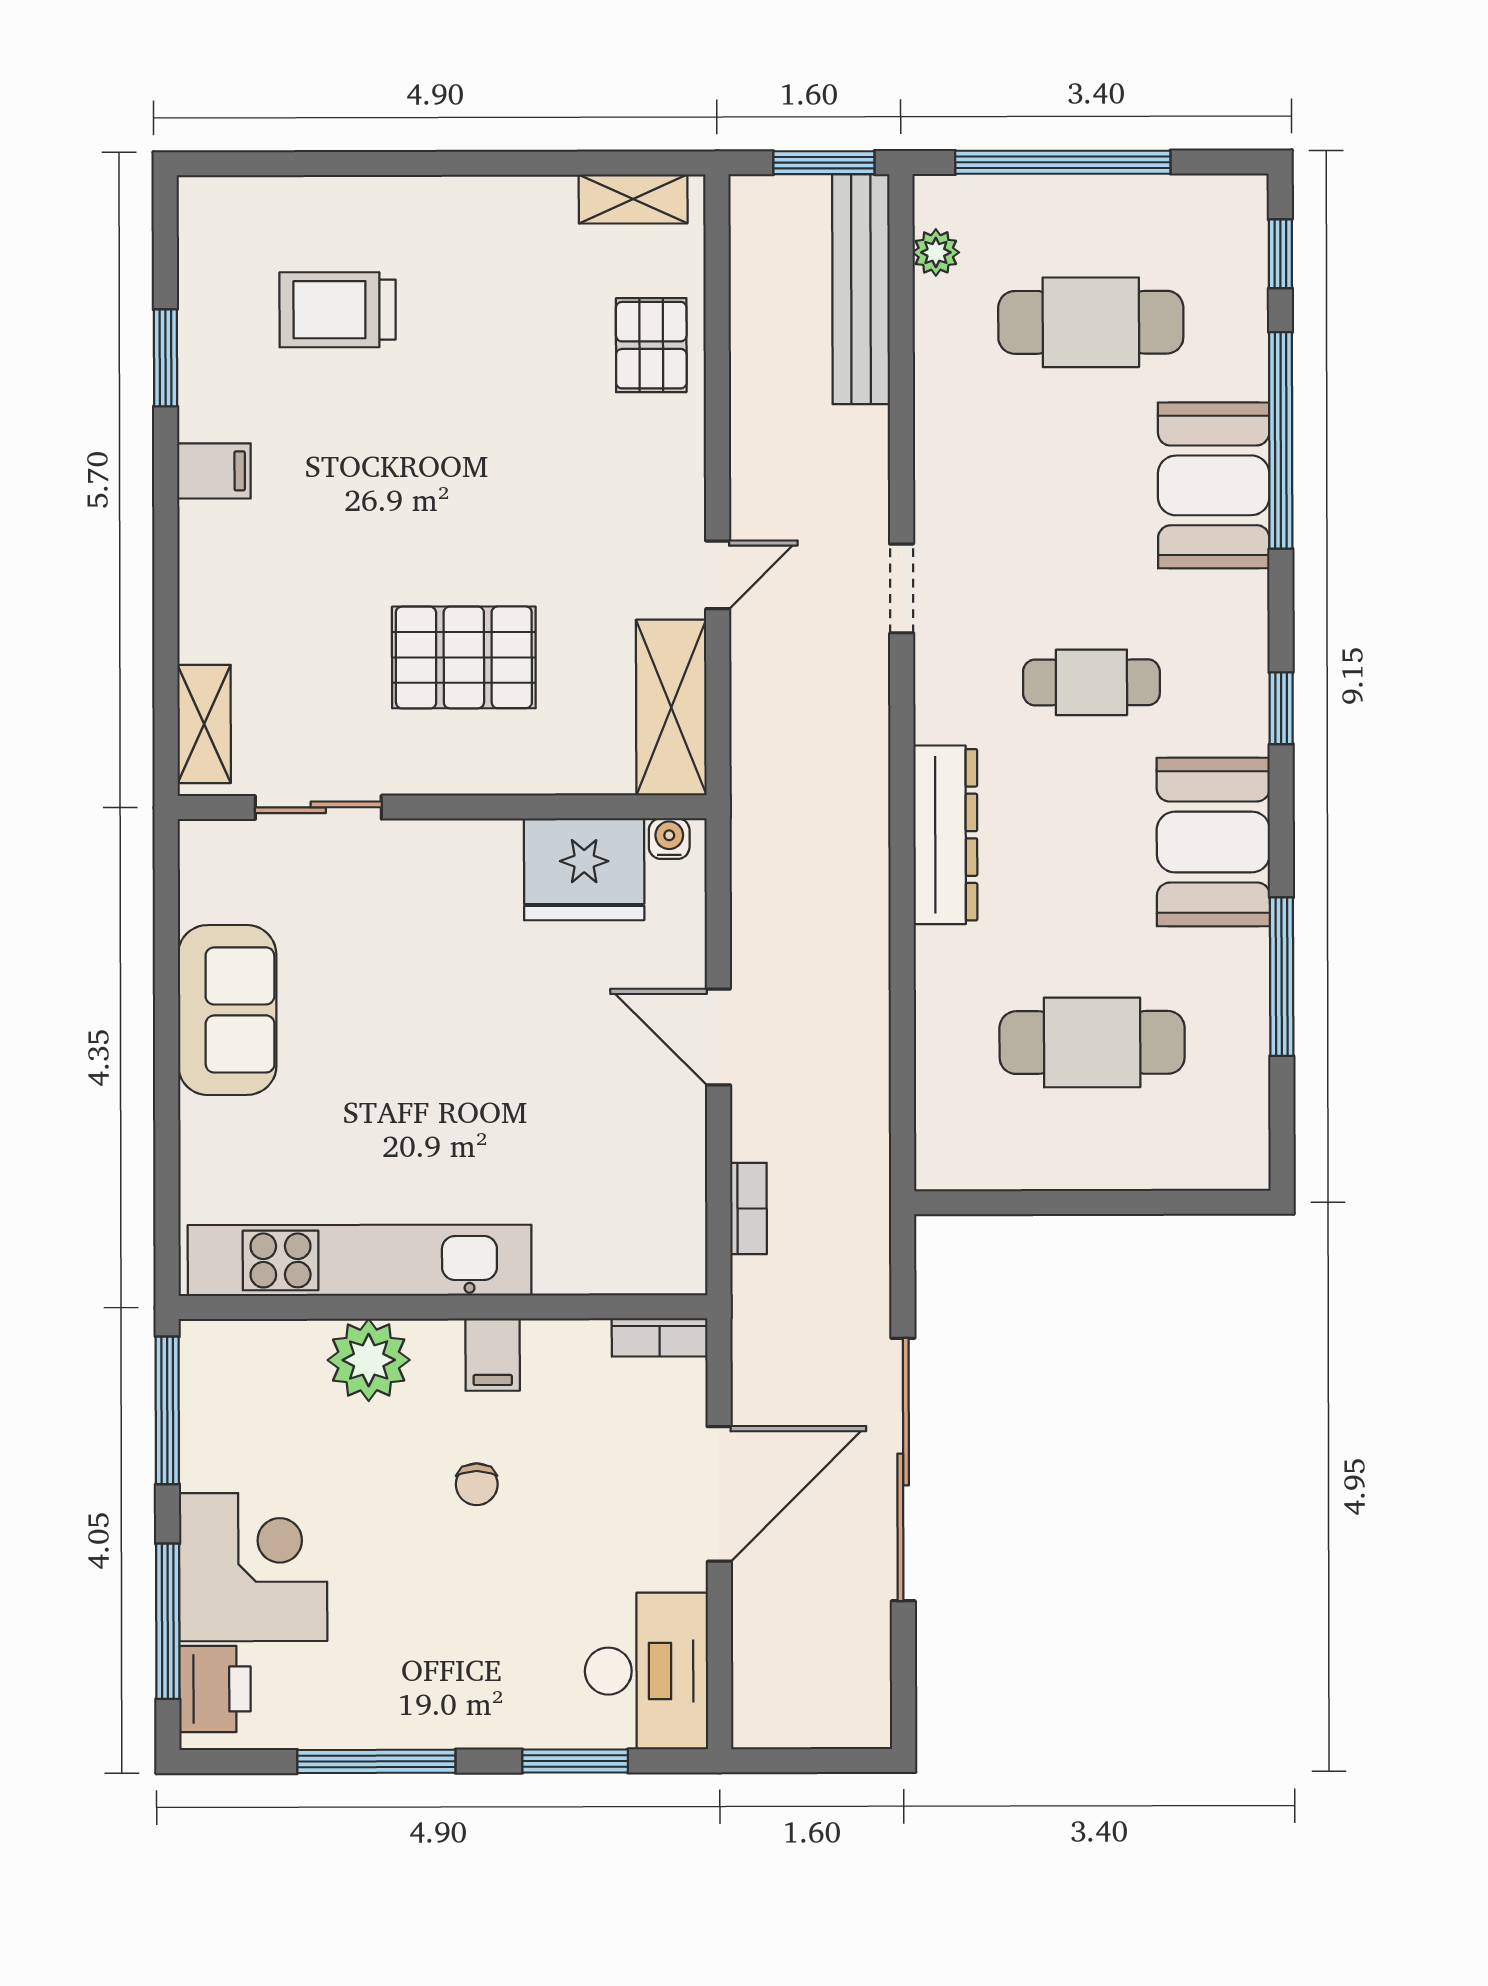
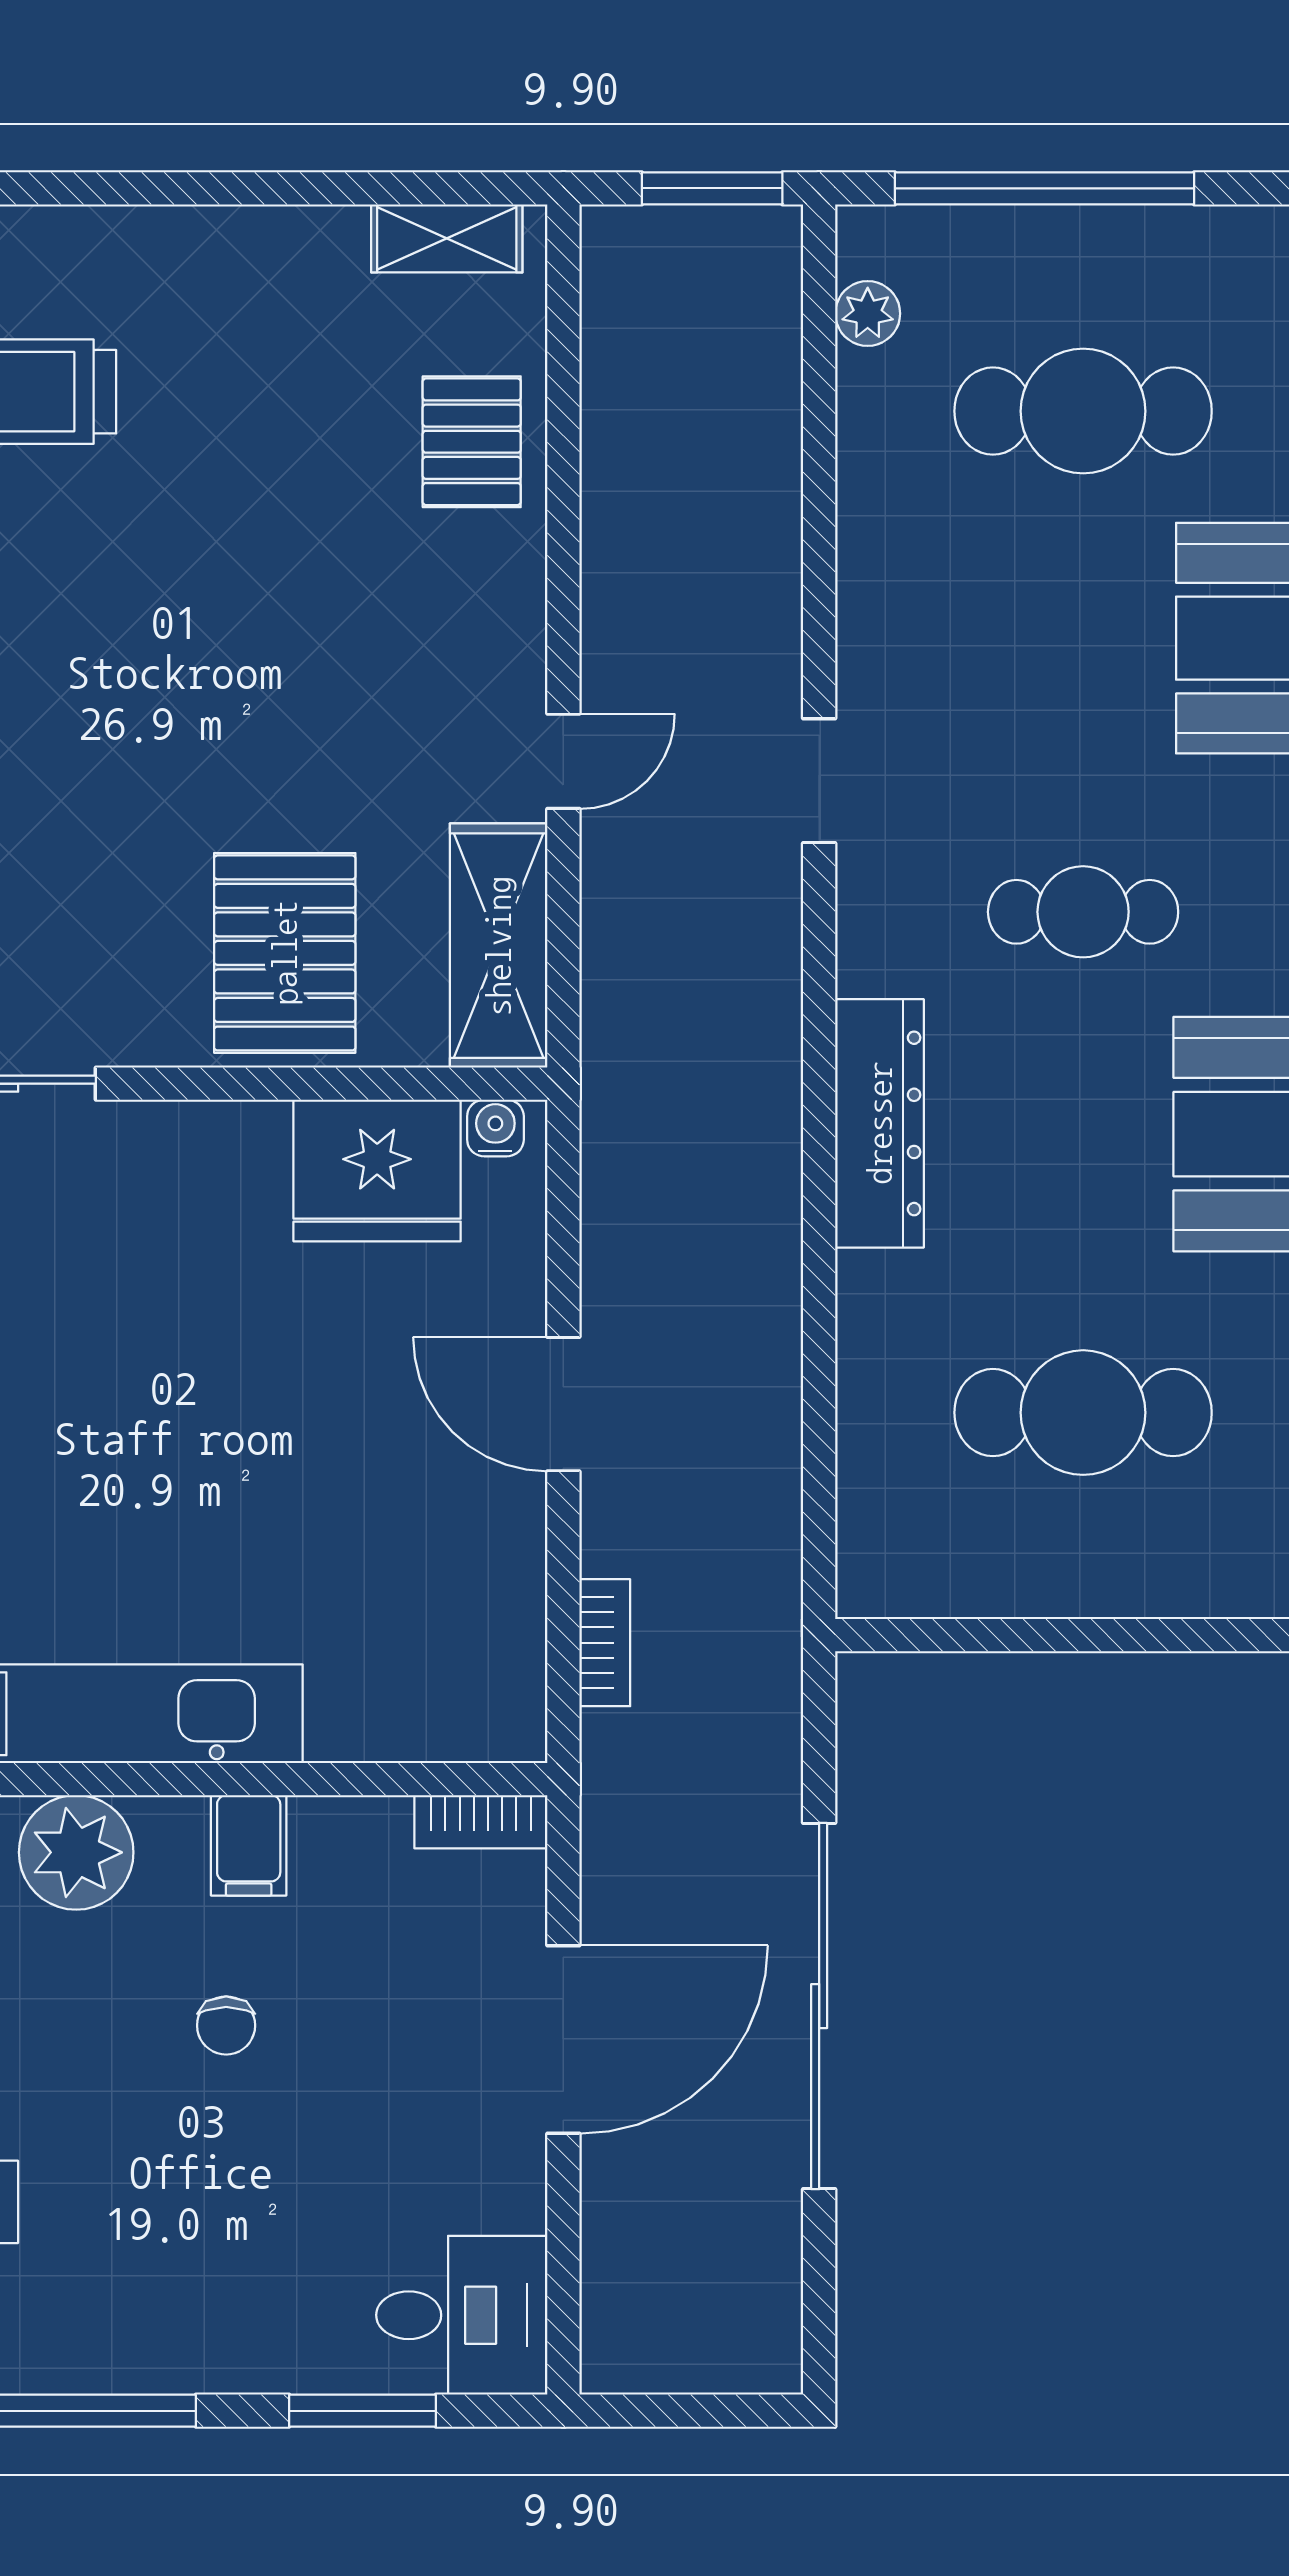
bench: (861, 289) -> (763, 364), removed
pallet: (464, 657) -> (285, 953), moved, turned 90
desk: (646, 1671) -> (462, 2315), width x0.73

